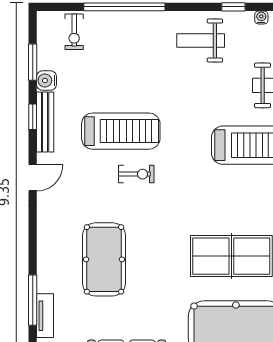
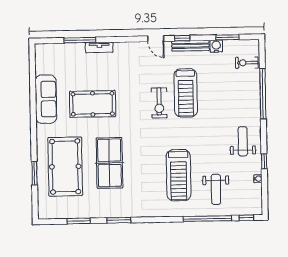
window: (33, 117) -> (182, 38), moved
exercise bike: (136, 174) -> (159, 103), width x1.38, depth x1.39
pool table: (104, 259) -> (93, 104), moved
tv unit: (45, 316) -> (99, 47), moved

